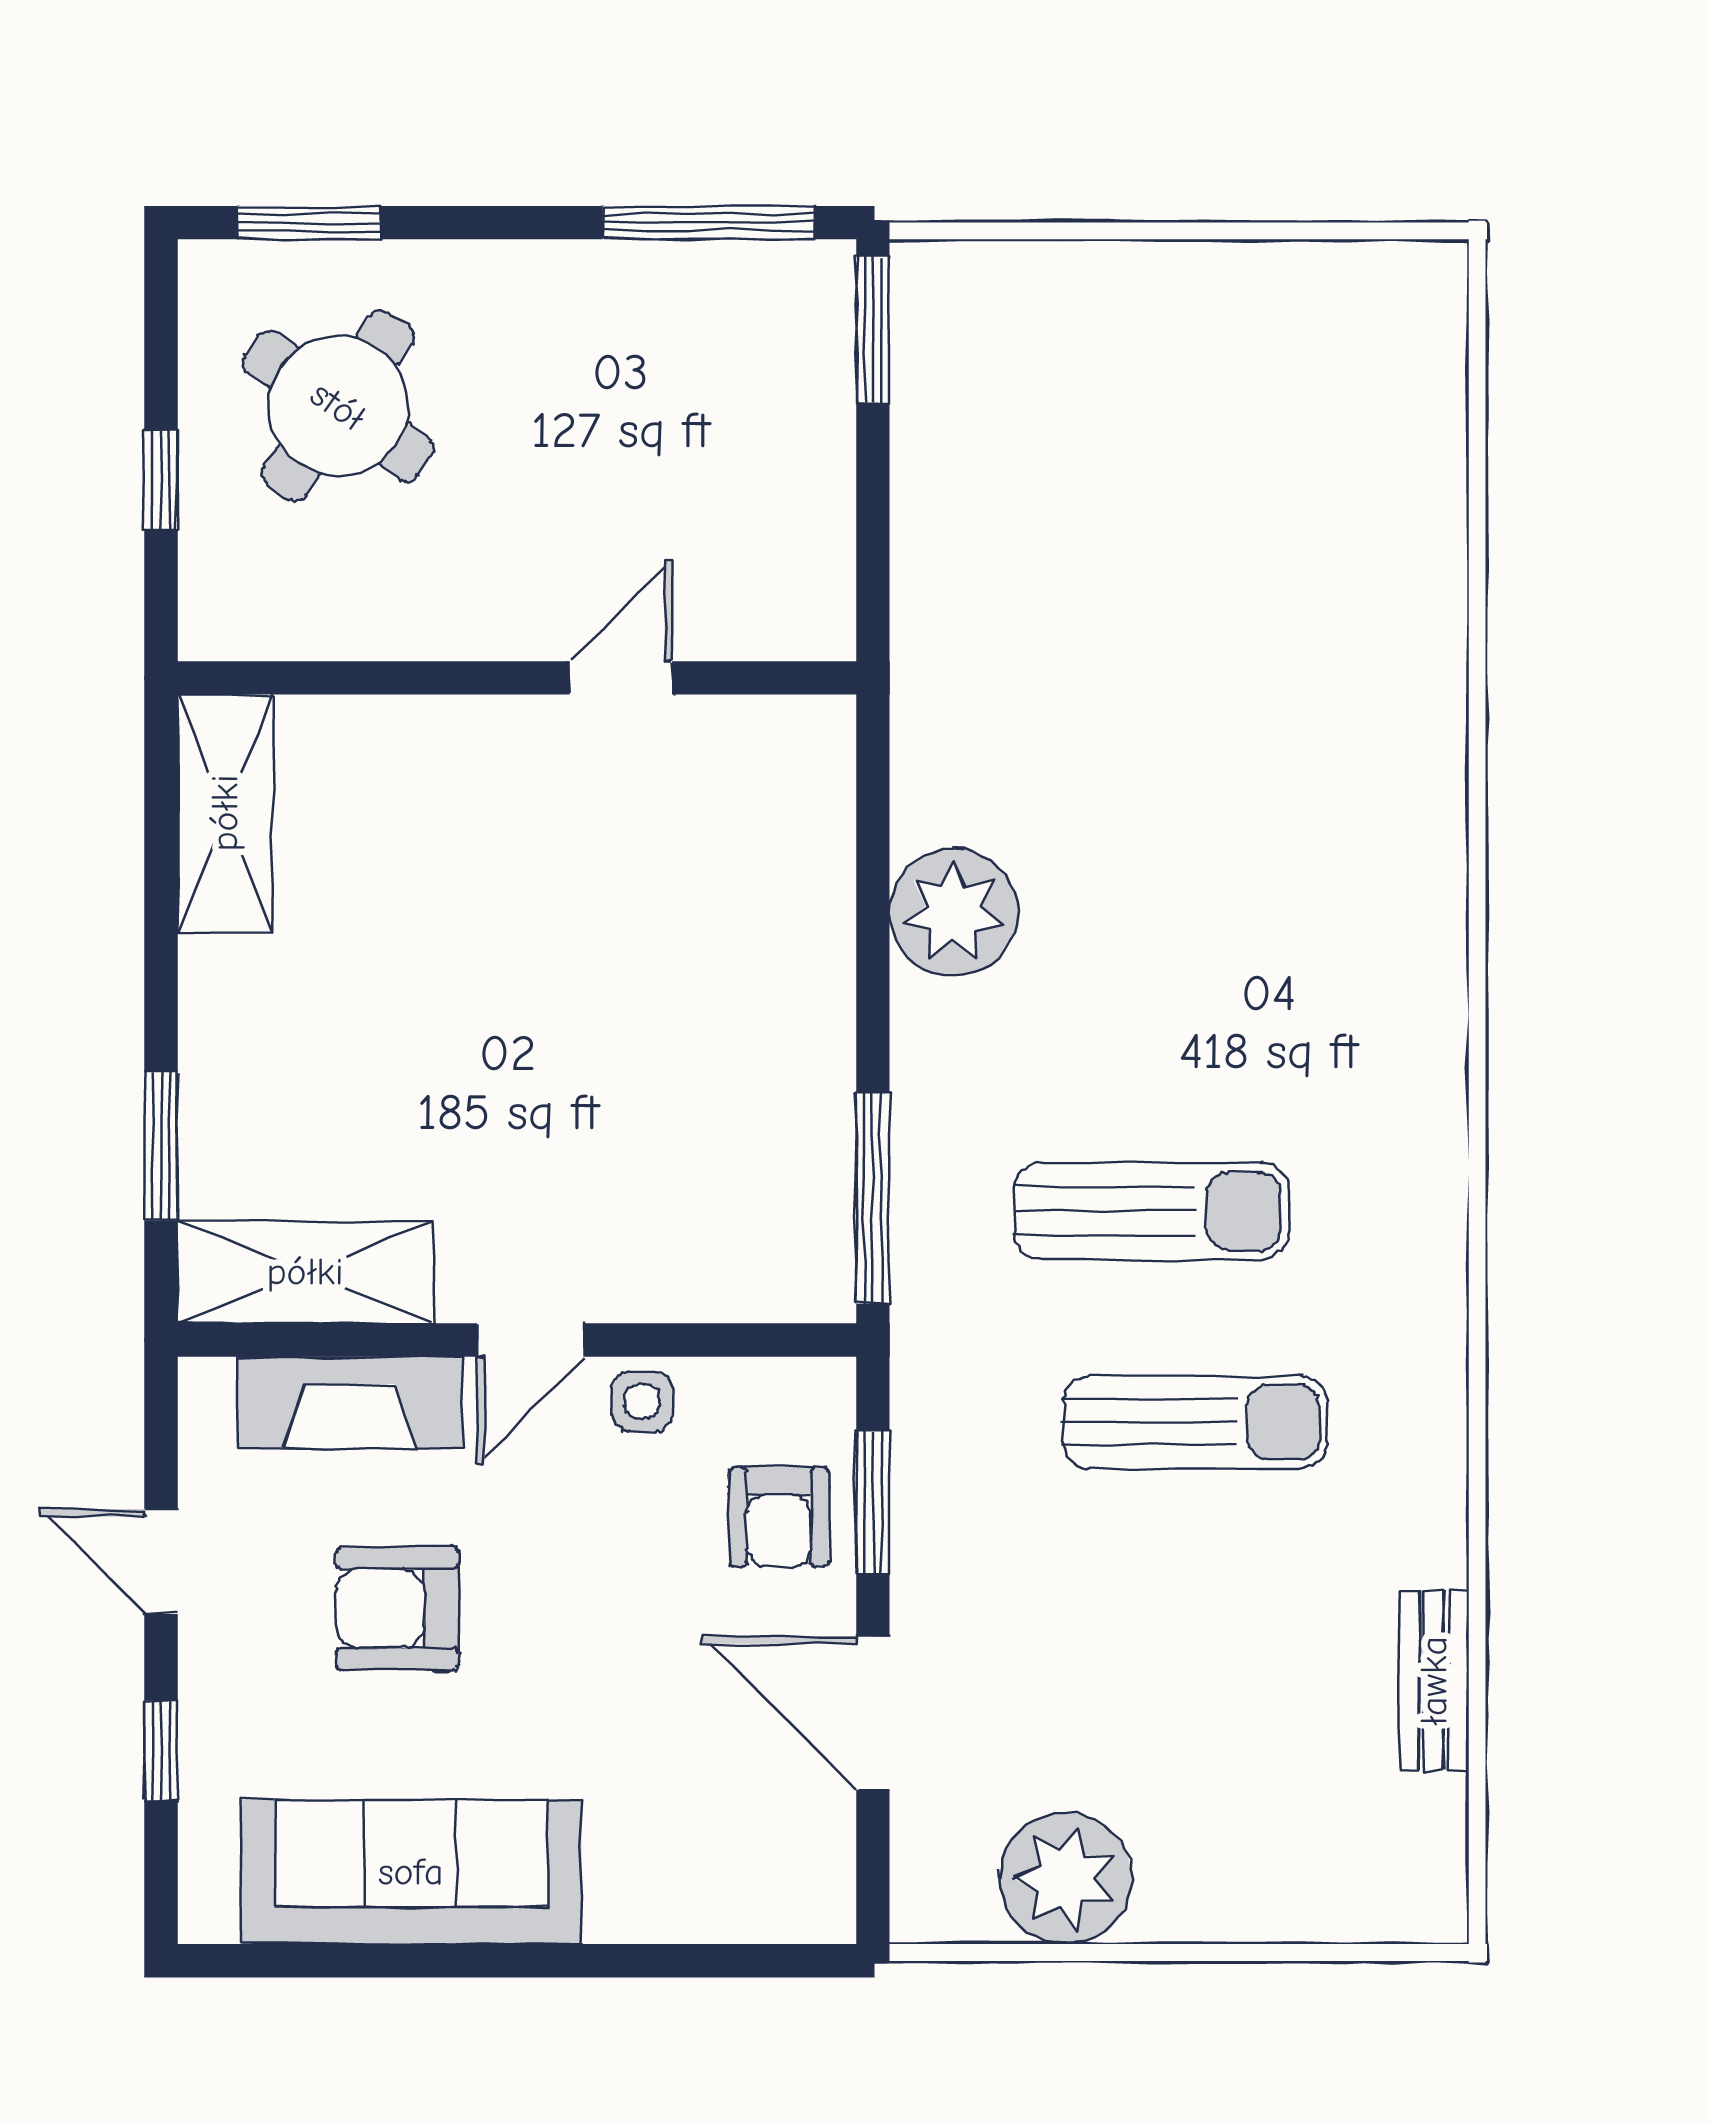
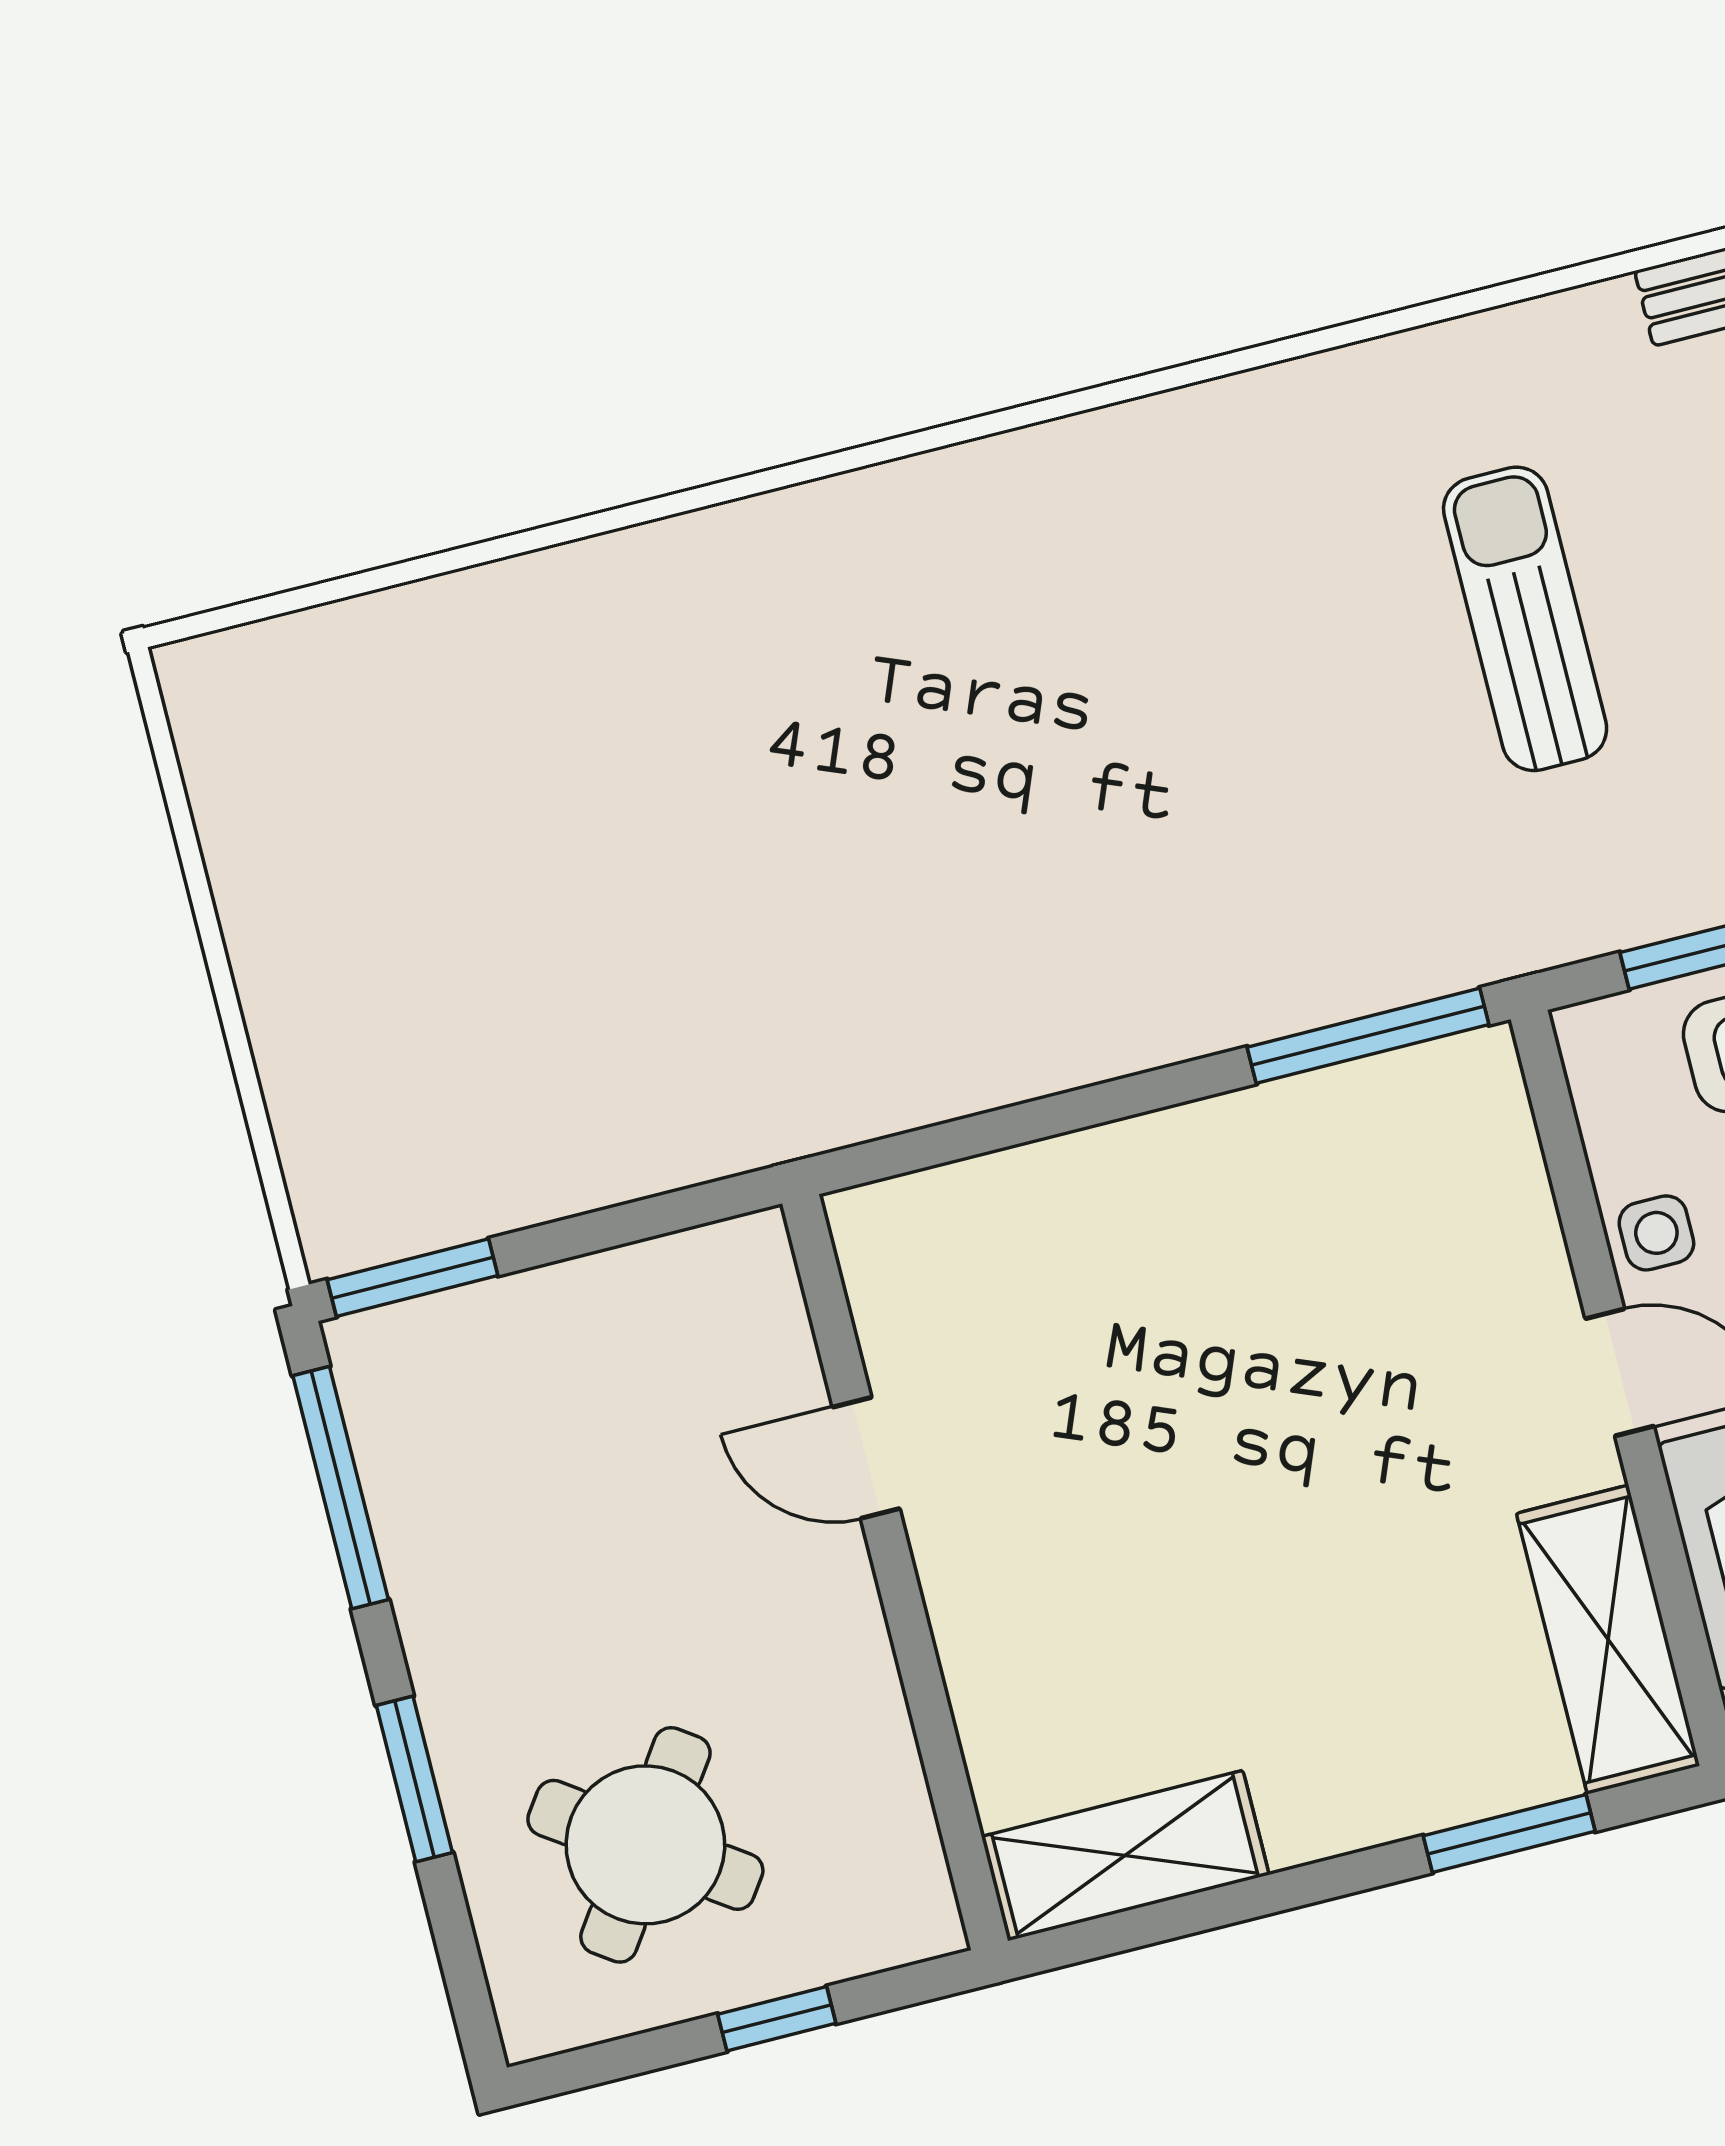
window: (309, 223) -> (414, 1779), moved
plant: (953, 912) -> (1031, 1027), removed
sun lounger: (1151, 1211) -> (1305, 726), removed

